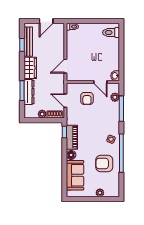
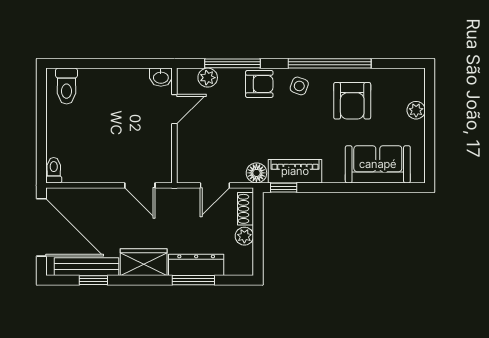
door: (46, 21) -> (41, 227), width x1.88
armchair: (87, 98) -> (259, 84), moved
floor lamp: (71, 155) -> (256, 173), moved

